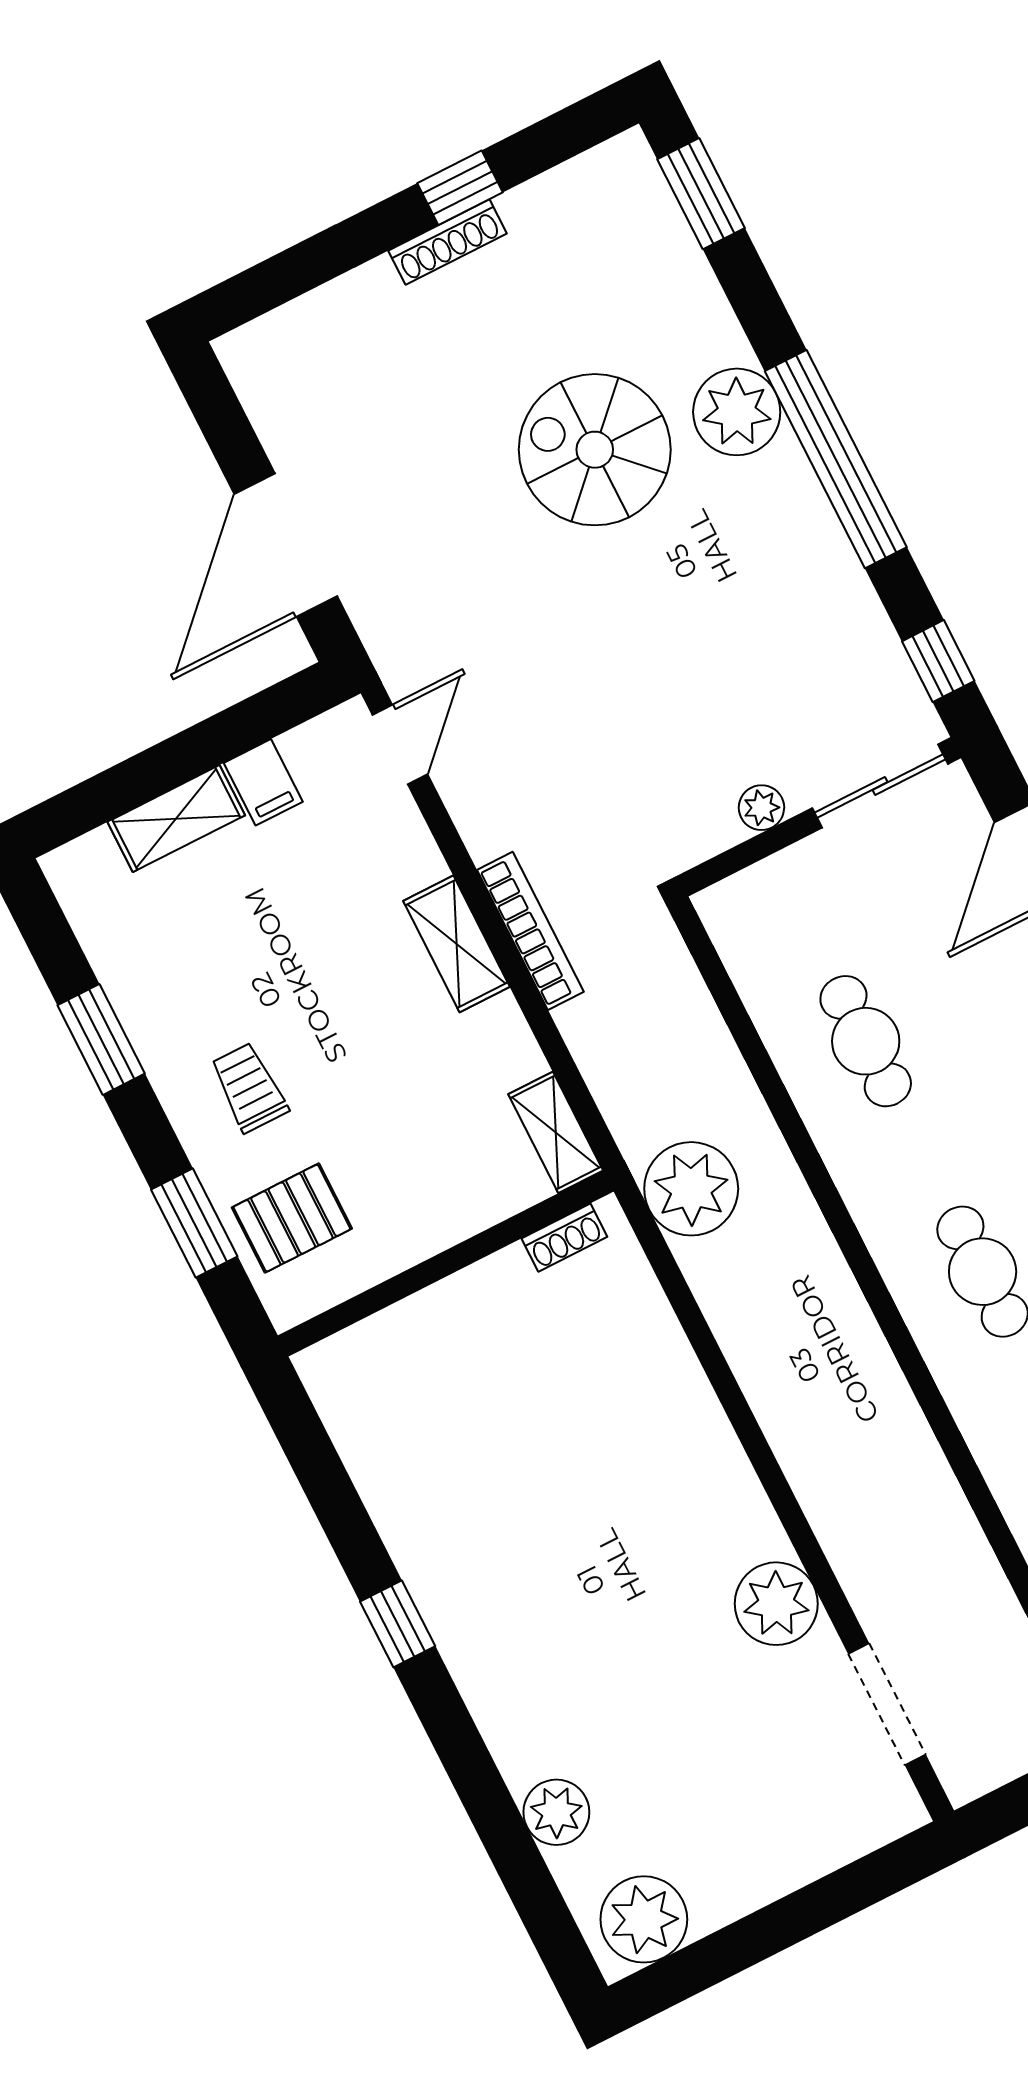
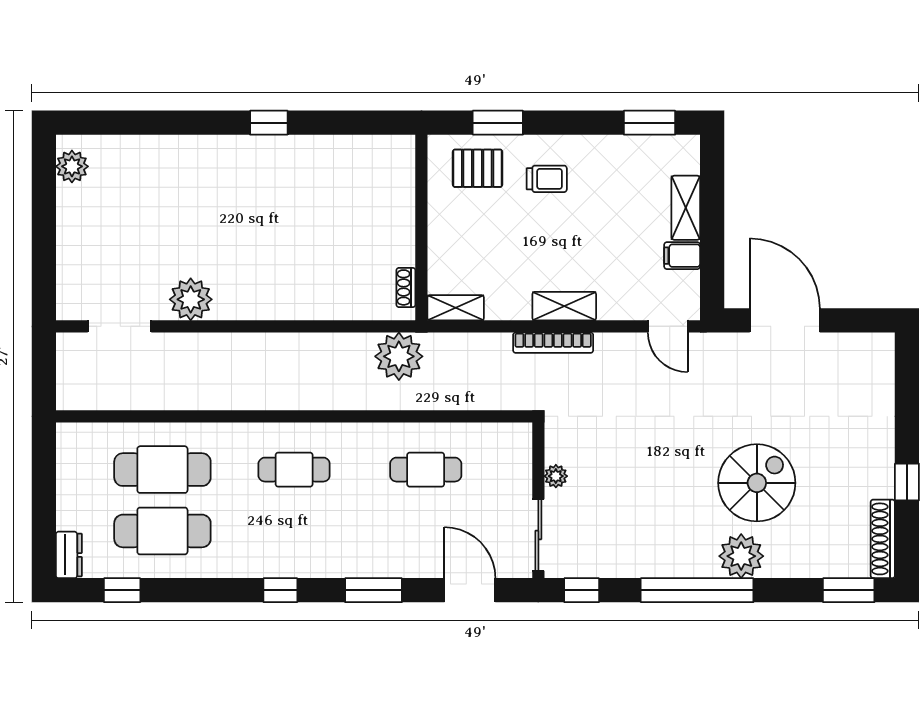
shoe rack: (447, 242) -> (883, 539), moved, width x1.36, depth x1.24
window: (101, 1039) -> (649, 123), moved
pallet: (292, 1218) -> (478, 168), turned 90
plant: (556, 1812) -> (147, 151), removed
plant: (644, 1919) -> (72, 166), width x0.73, depth x0.73

